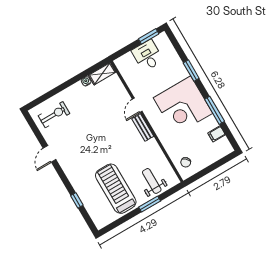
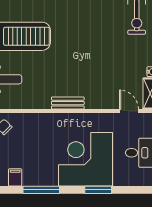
door: (137, 105) -> (129, 111), moved
corner desk: (183, 106) -> (86, 159), moved

